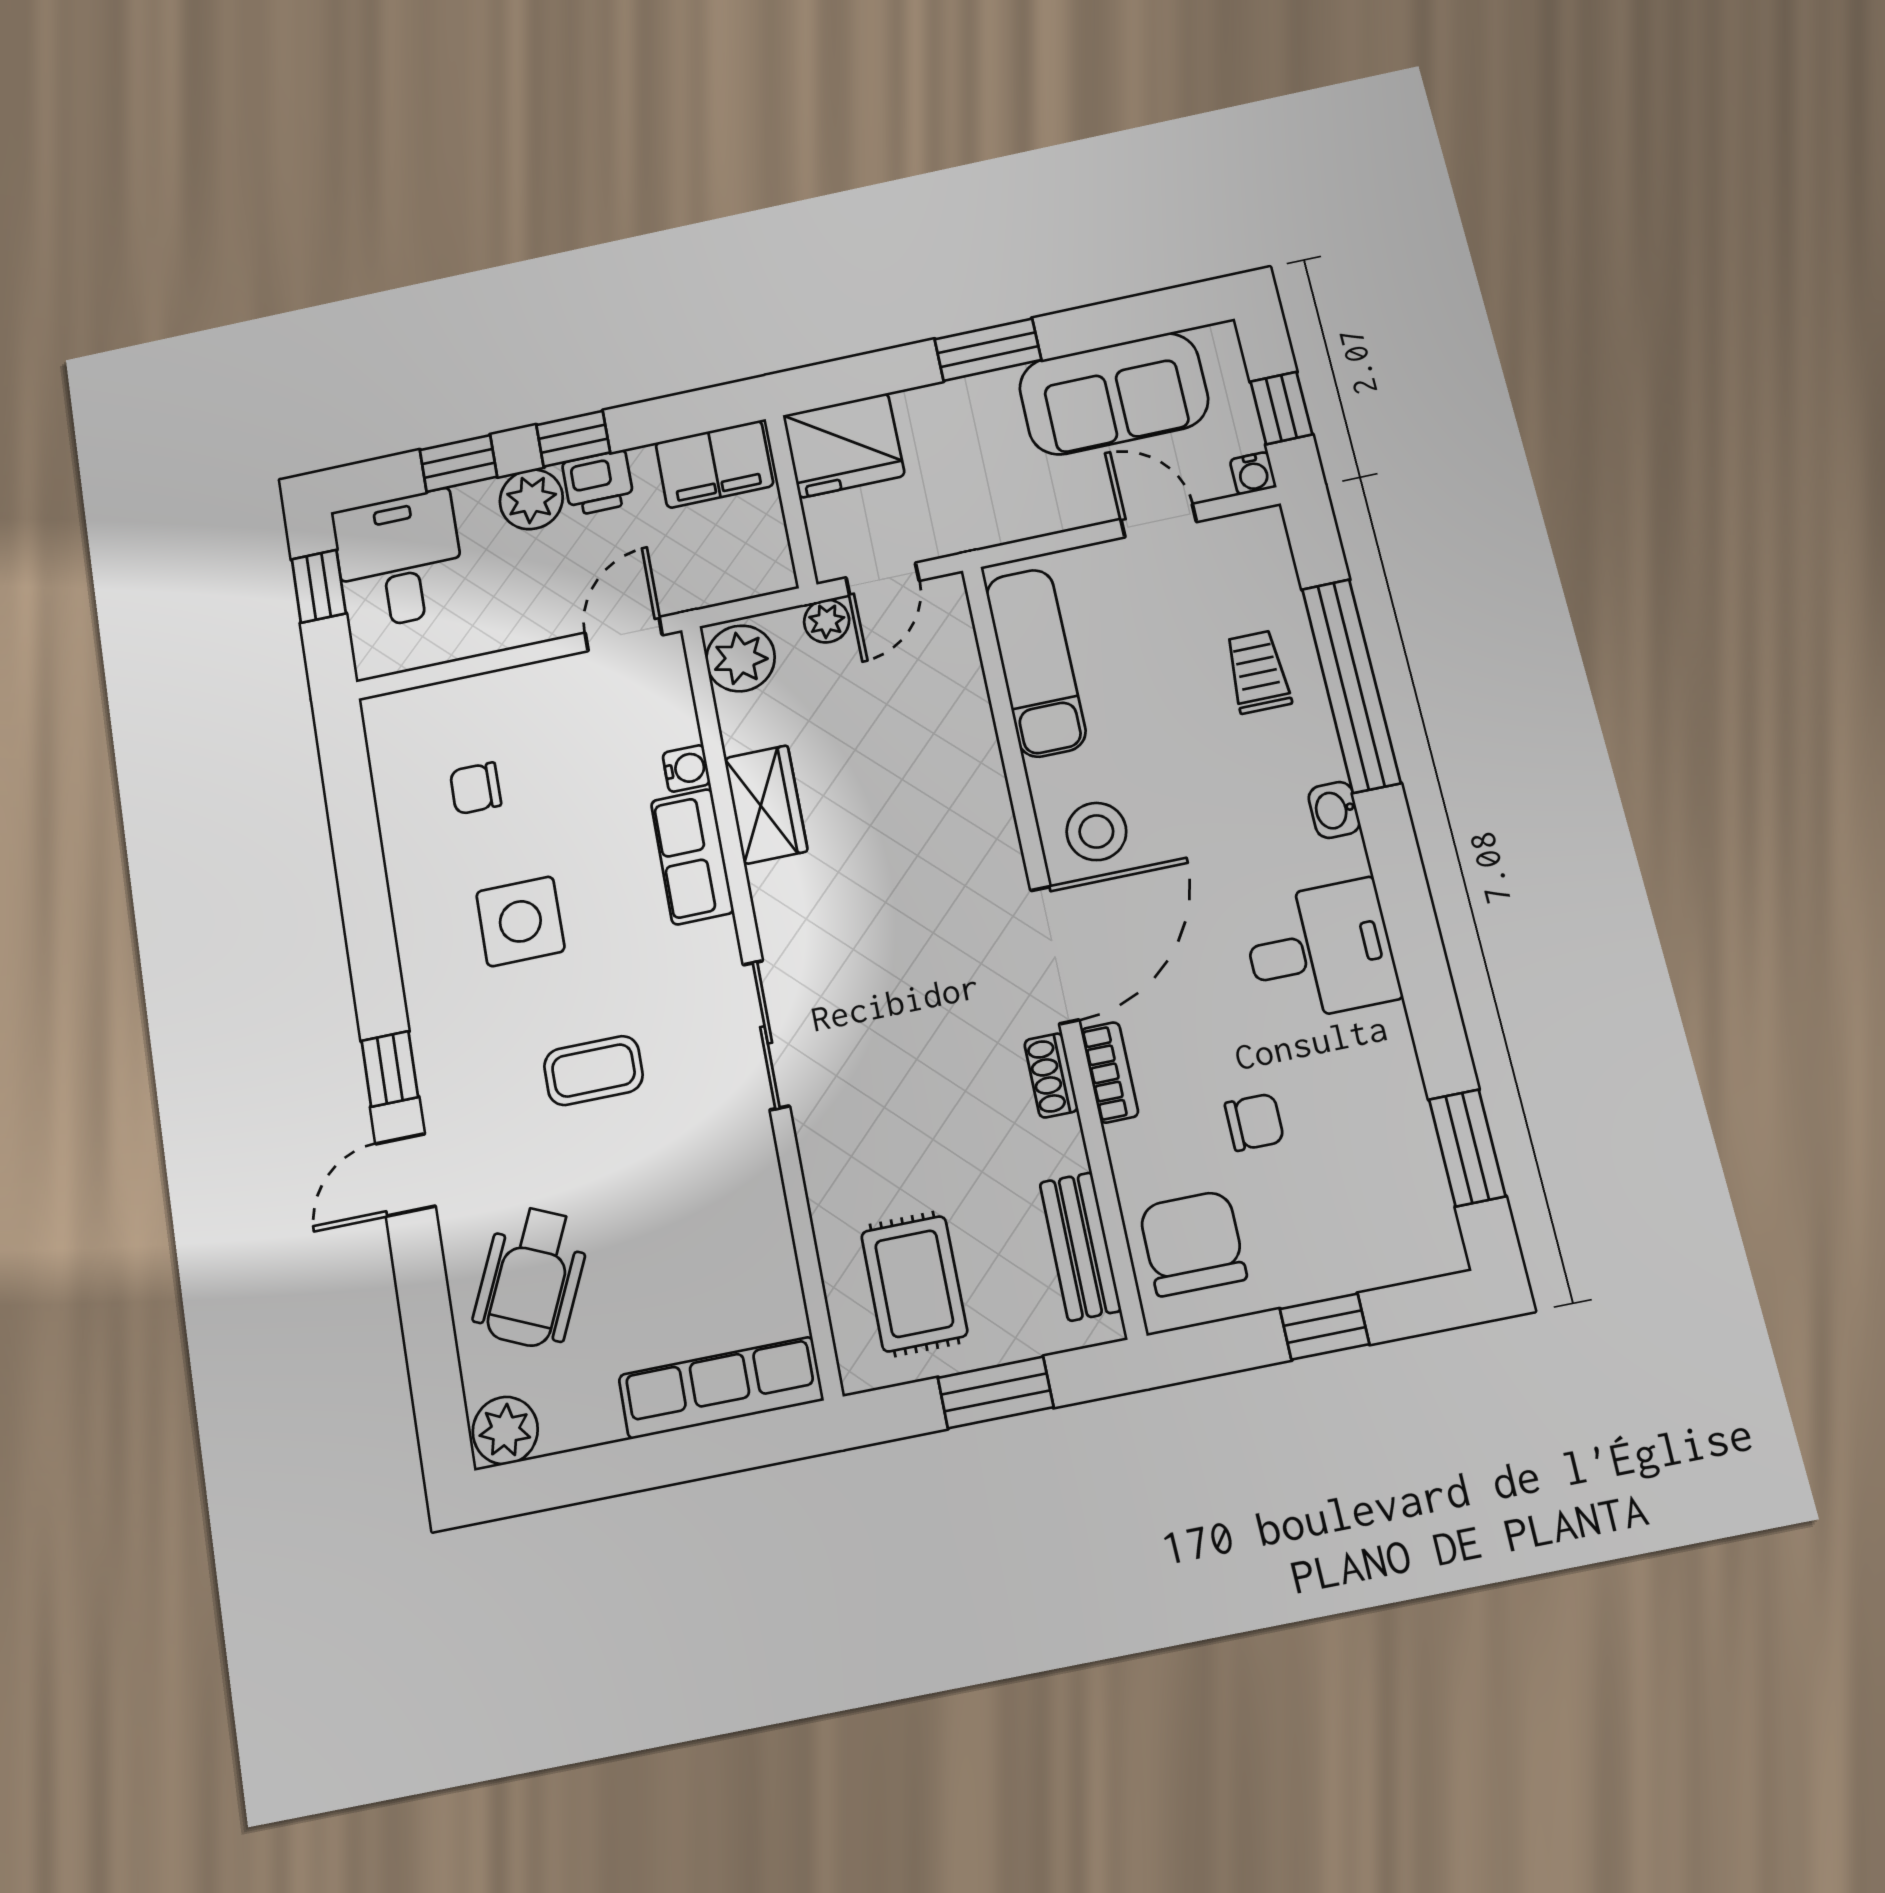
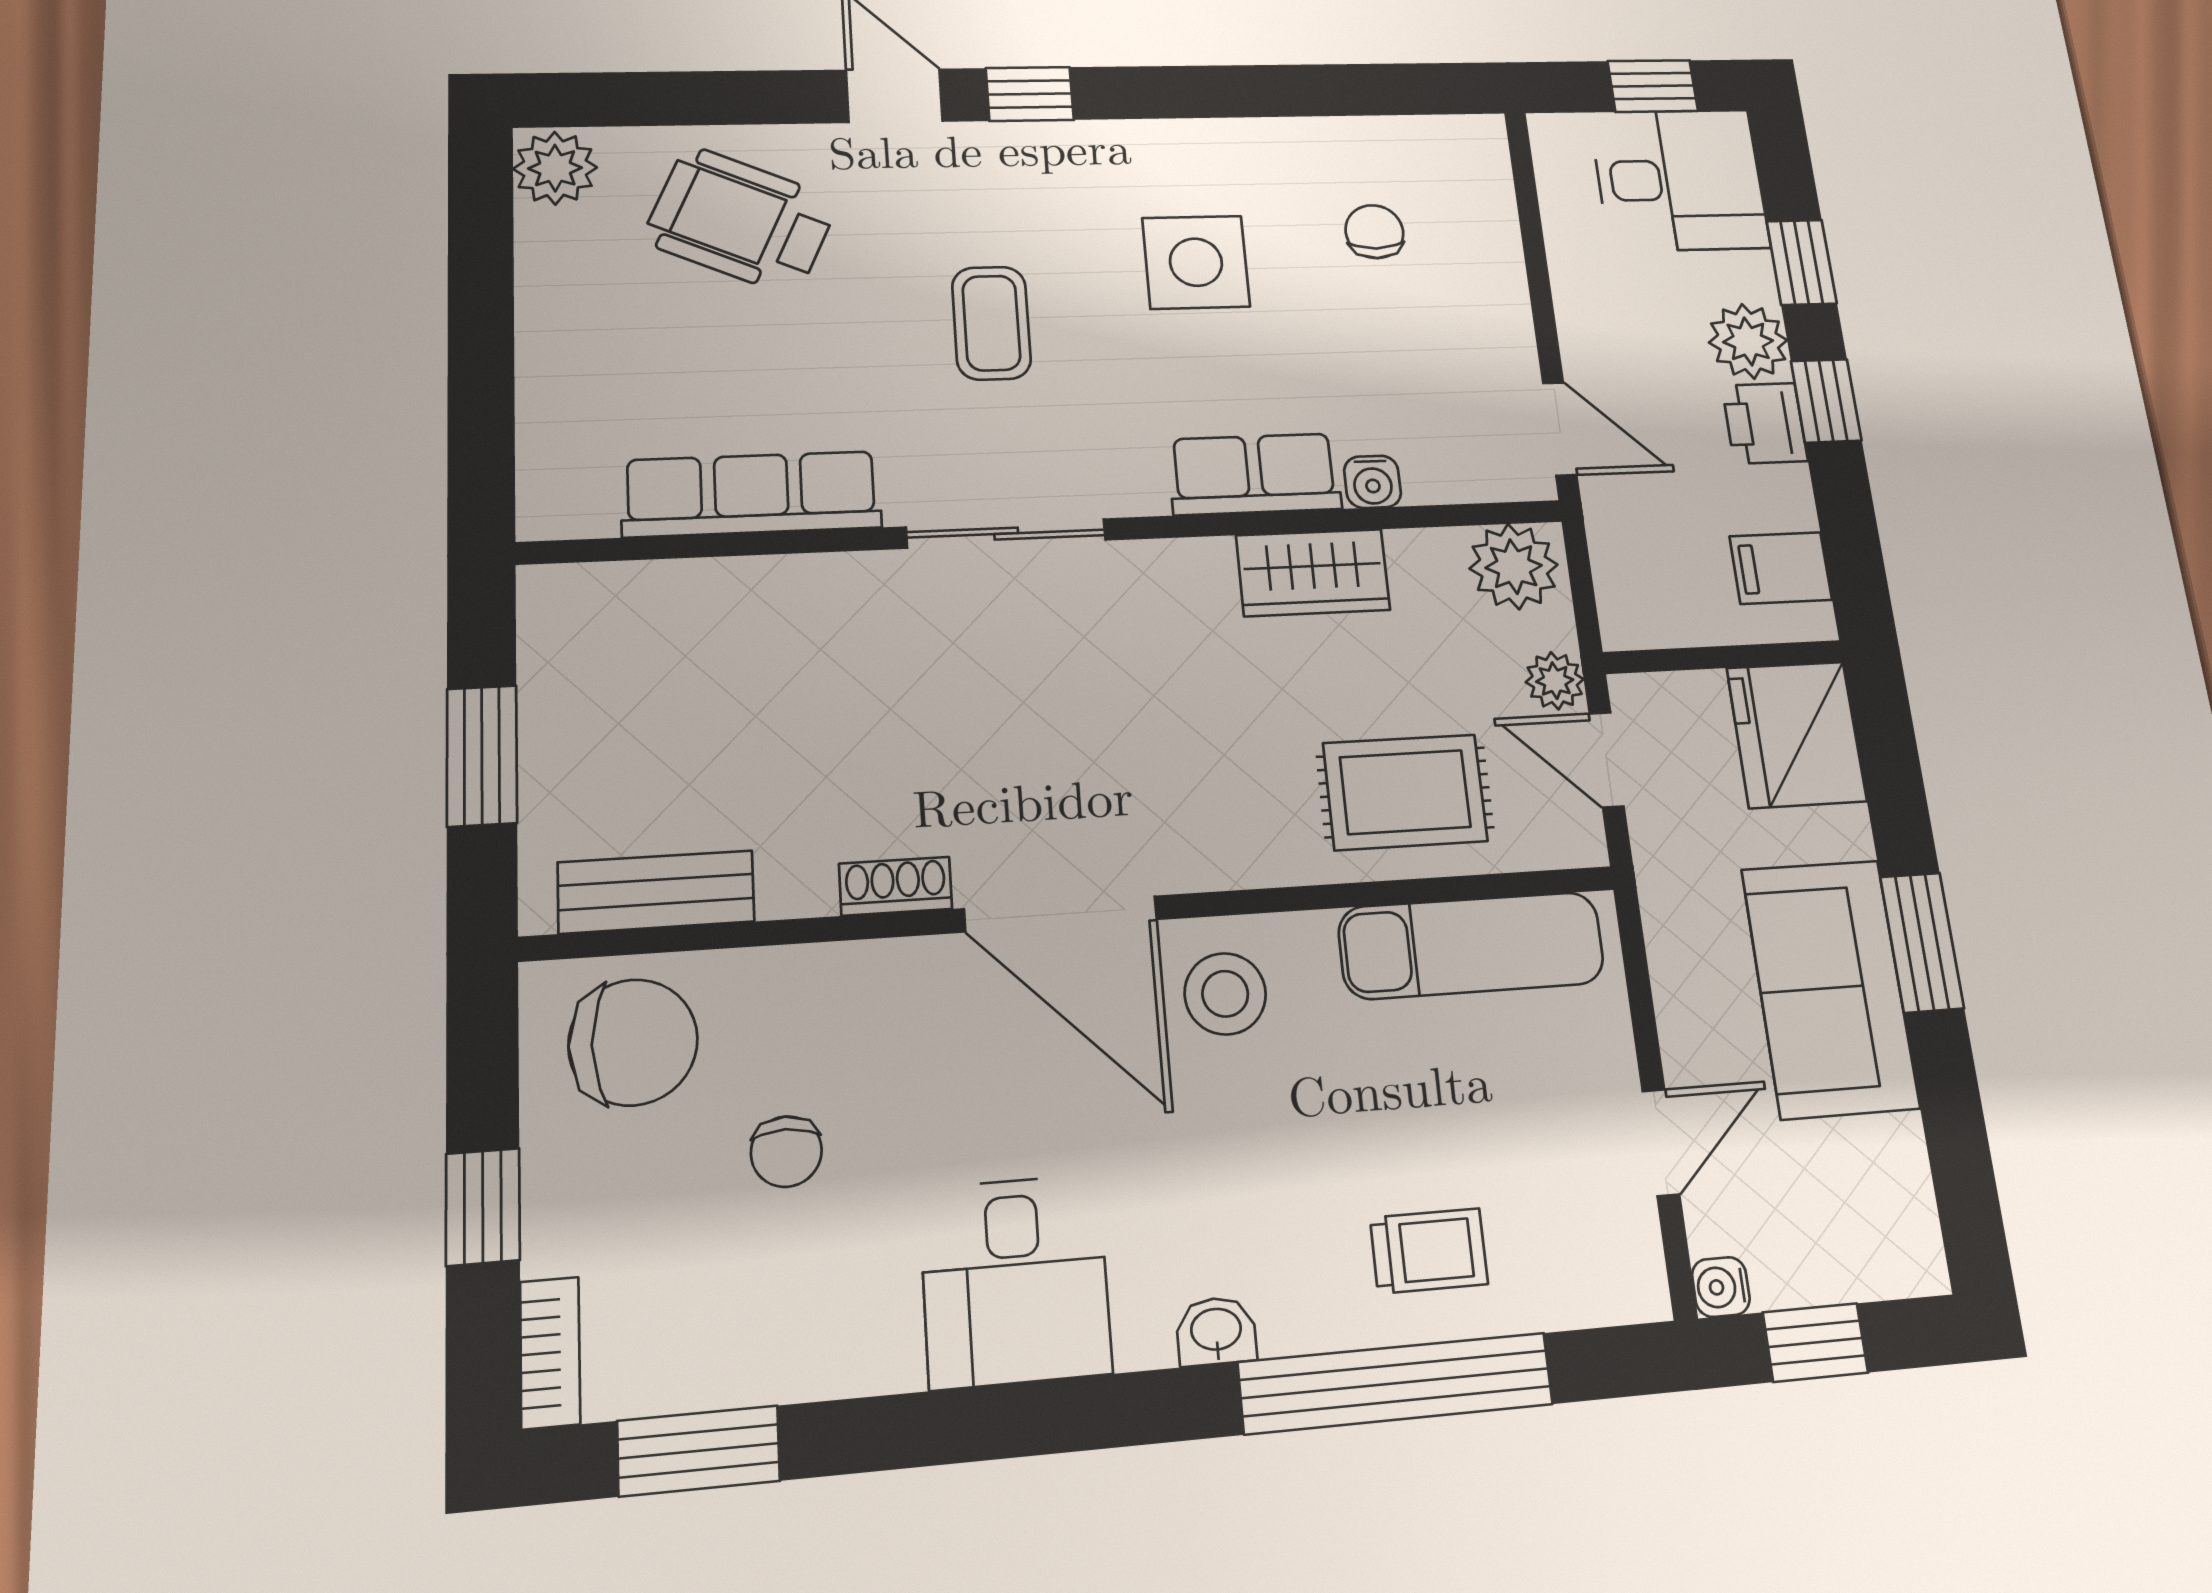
sofa: (1114, 394) -> (1830, 988), moved
filing cabinet: (714, 464) -> (1781, 568), width x0.50
bookcase: (1110, 1072) -> (550, 1353), moved, turned -90
rug: (914, 1284) -> (1405, 792), moved
row of seats: (721, 1388) -> (751, 494), moved, turned -90

